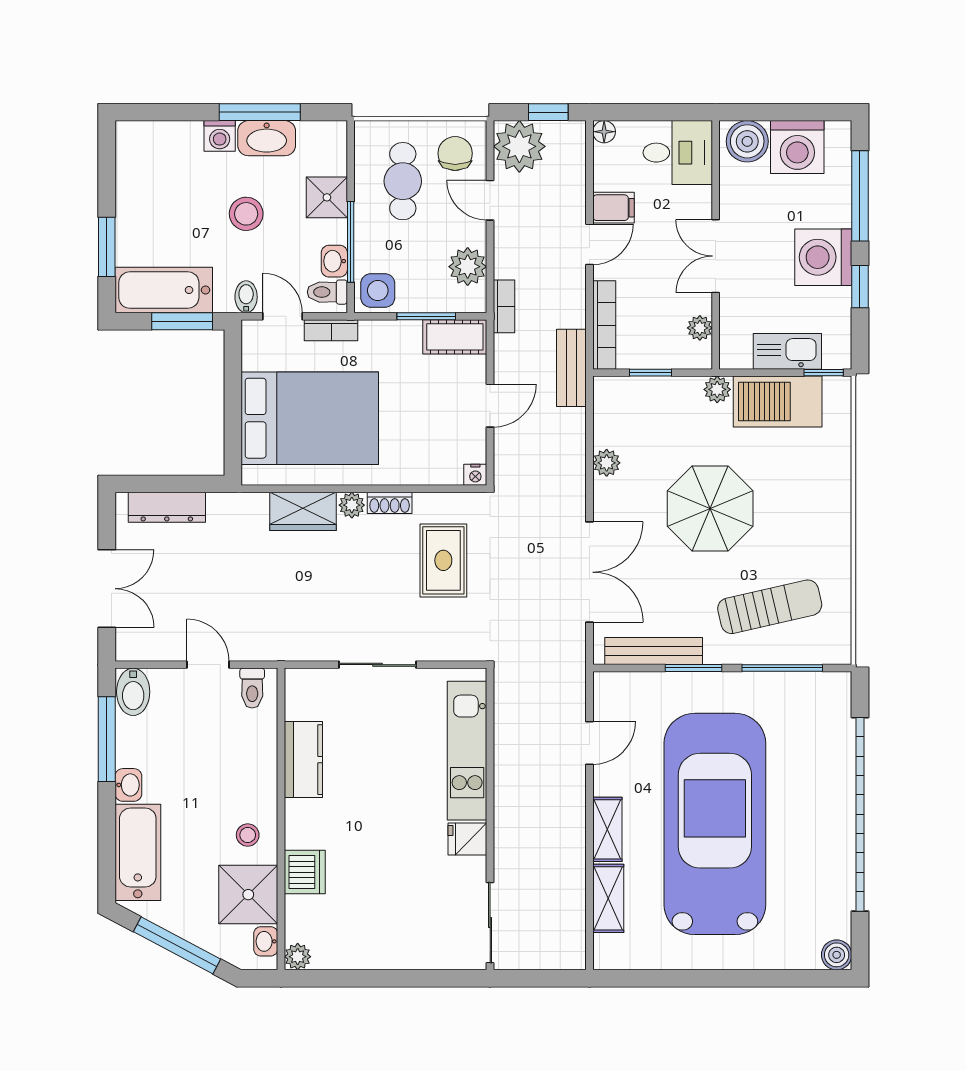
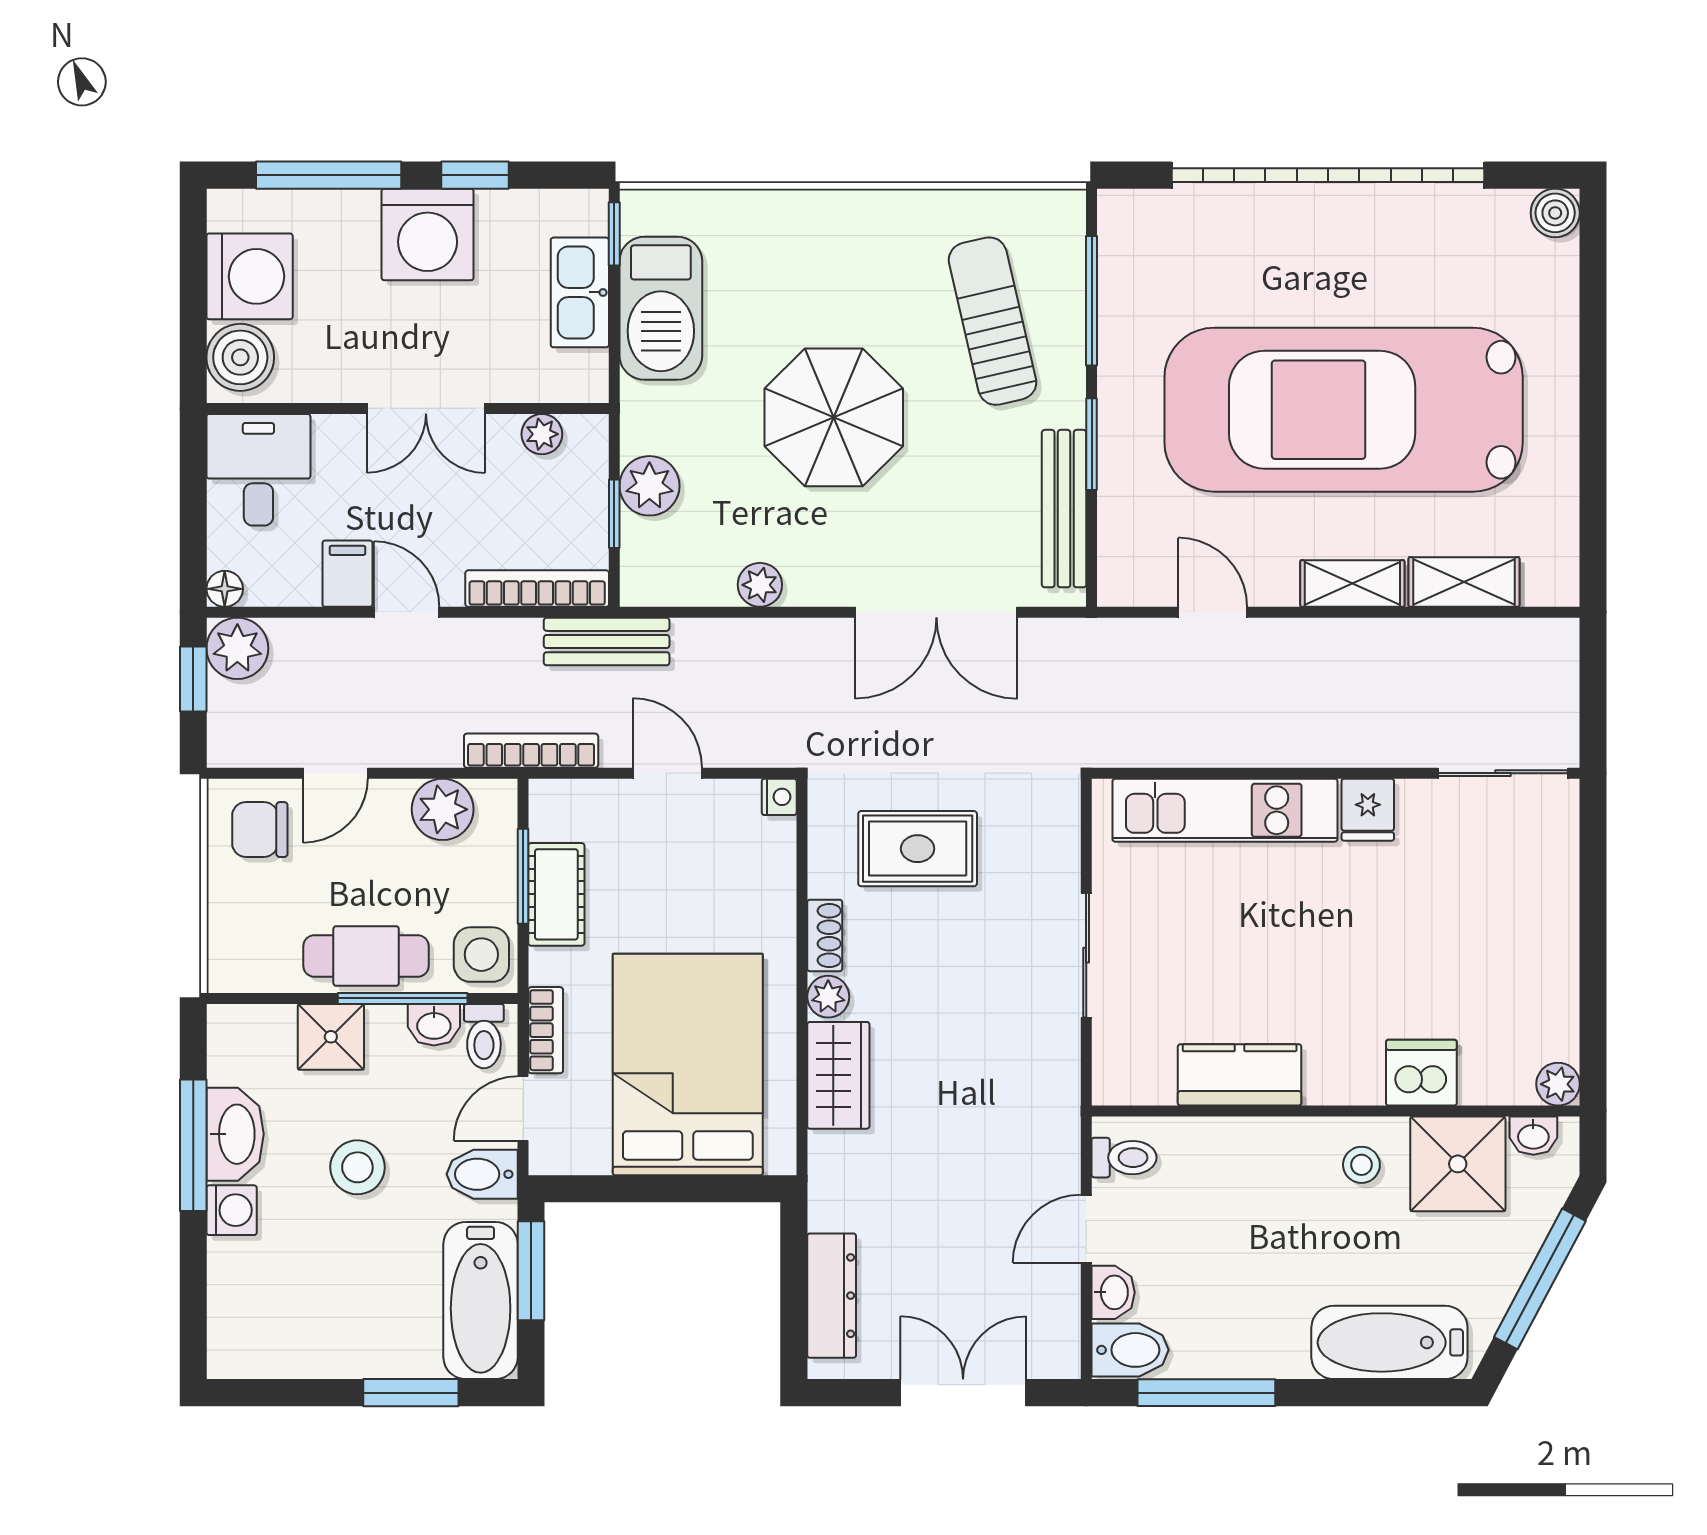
plant: (519, 146) -> (237, 648), moved, width x0.73, depth x0.73
cafe table: (403, 181) -> (366, 956), moved
bidet: (246, 297) -> (482, 1174), width x1.38, depth x1.36
bookcase: (504, 306) -> (531, 751), width x1.56
cot: (455, 337) -> (556, 894), moved
plant: (717, 389) -> (649, 486), moved, width x1.38, depth x1.38
double door: (590, 572) -> (936, 612), swing flipped
washbasin: (128, 785) -> (1113, 1292), moved, turned 90

